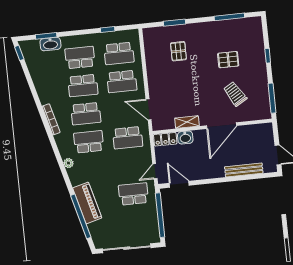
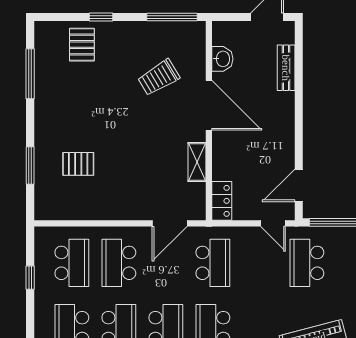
pallet: (228, 60) -> (82, 45), moved
school desk: (122, 82) -> (119, 263), turned 180
washbasin: (185, 138) -> (222, 59), moved
bench: (244, 170) -> (286, 68), width x0.73

